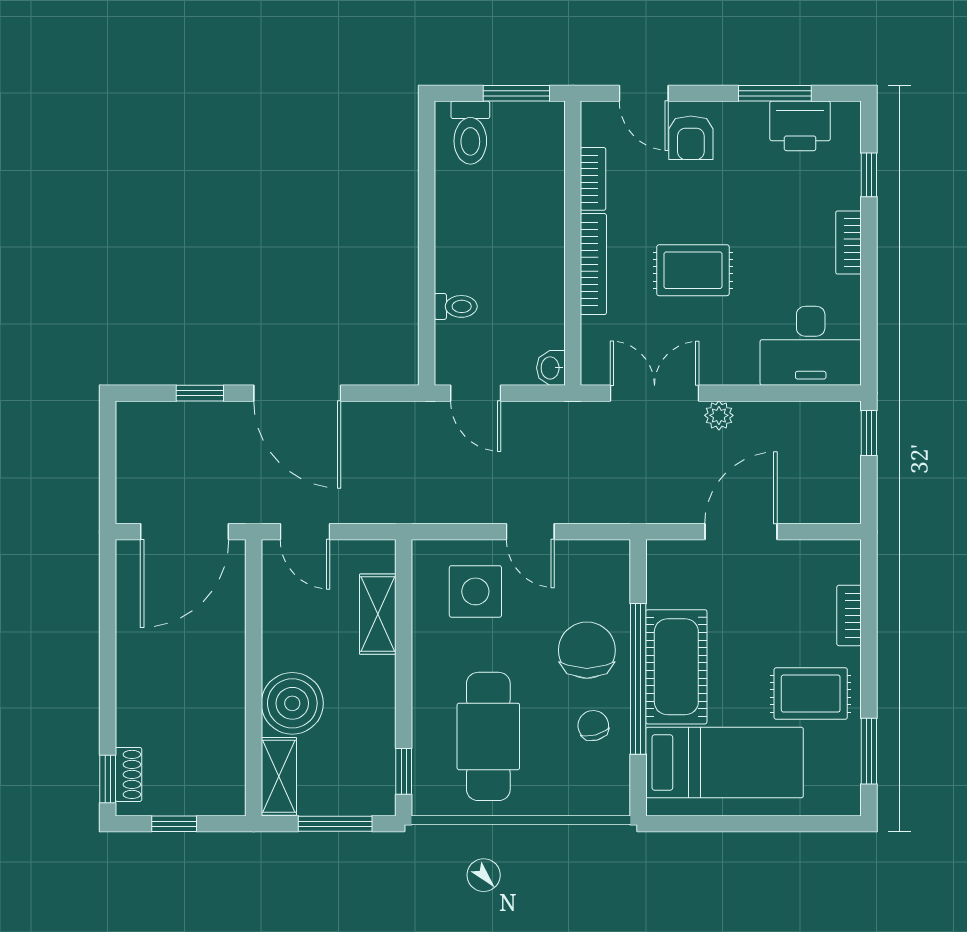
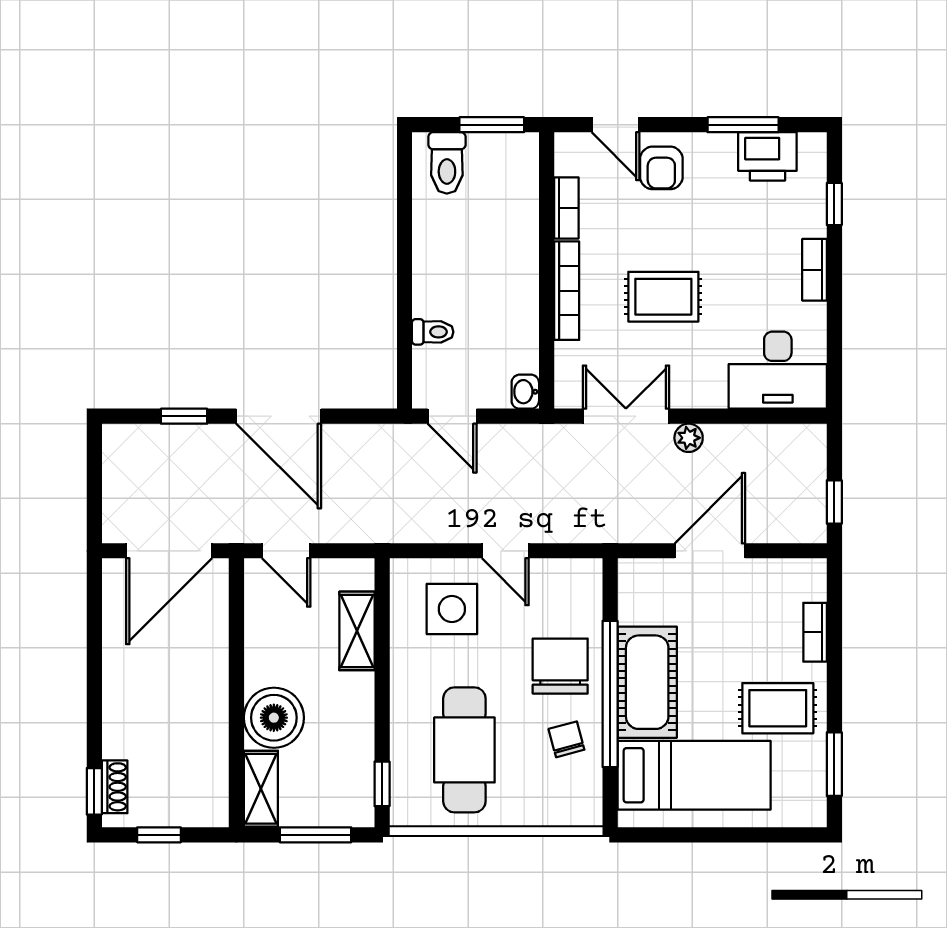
window: (869, 433) -> (834, 502), moved

